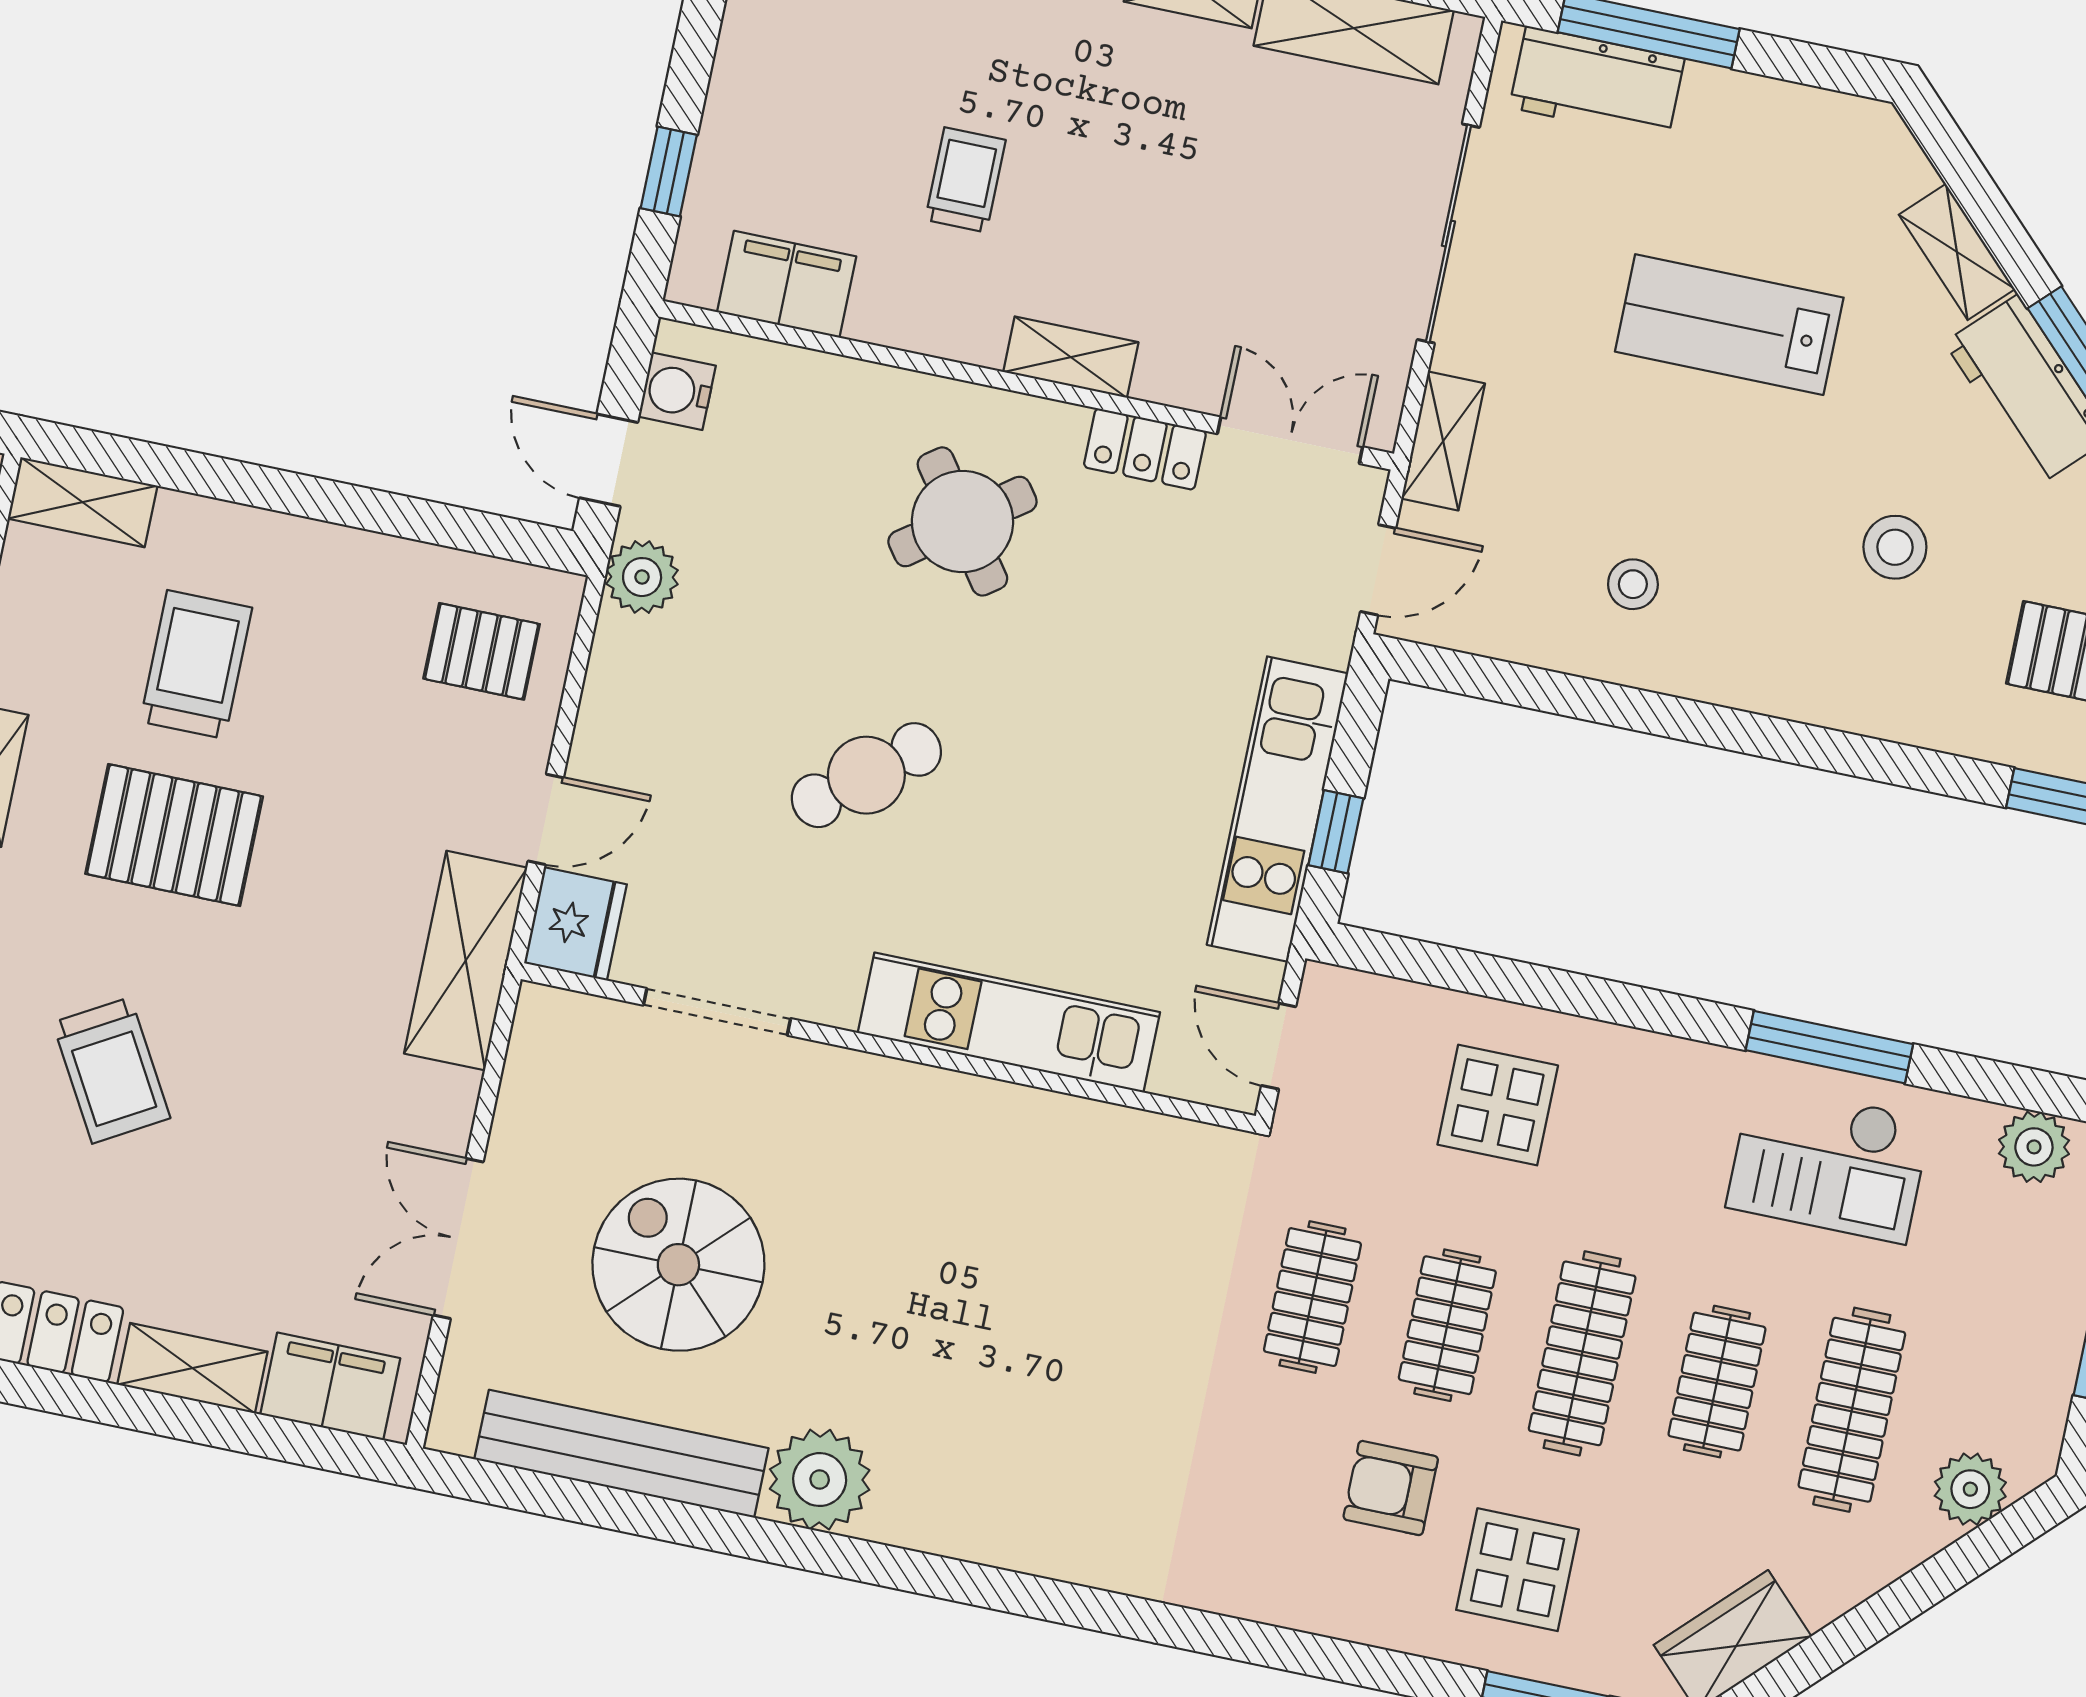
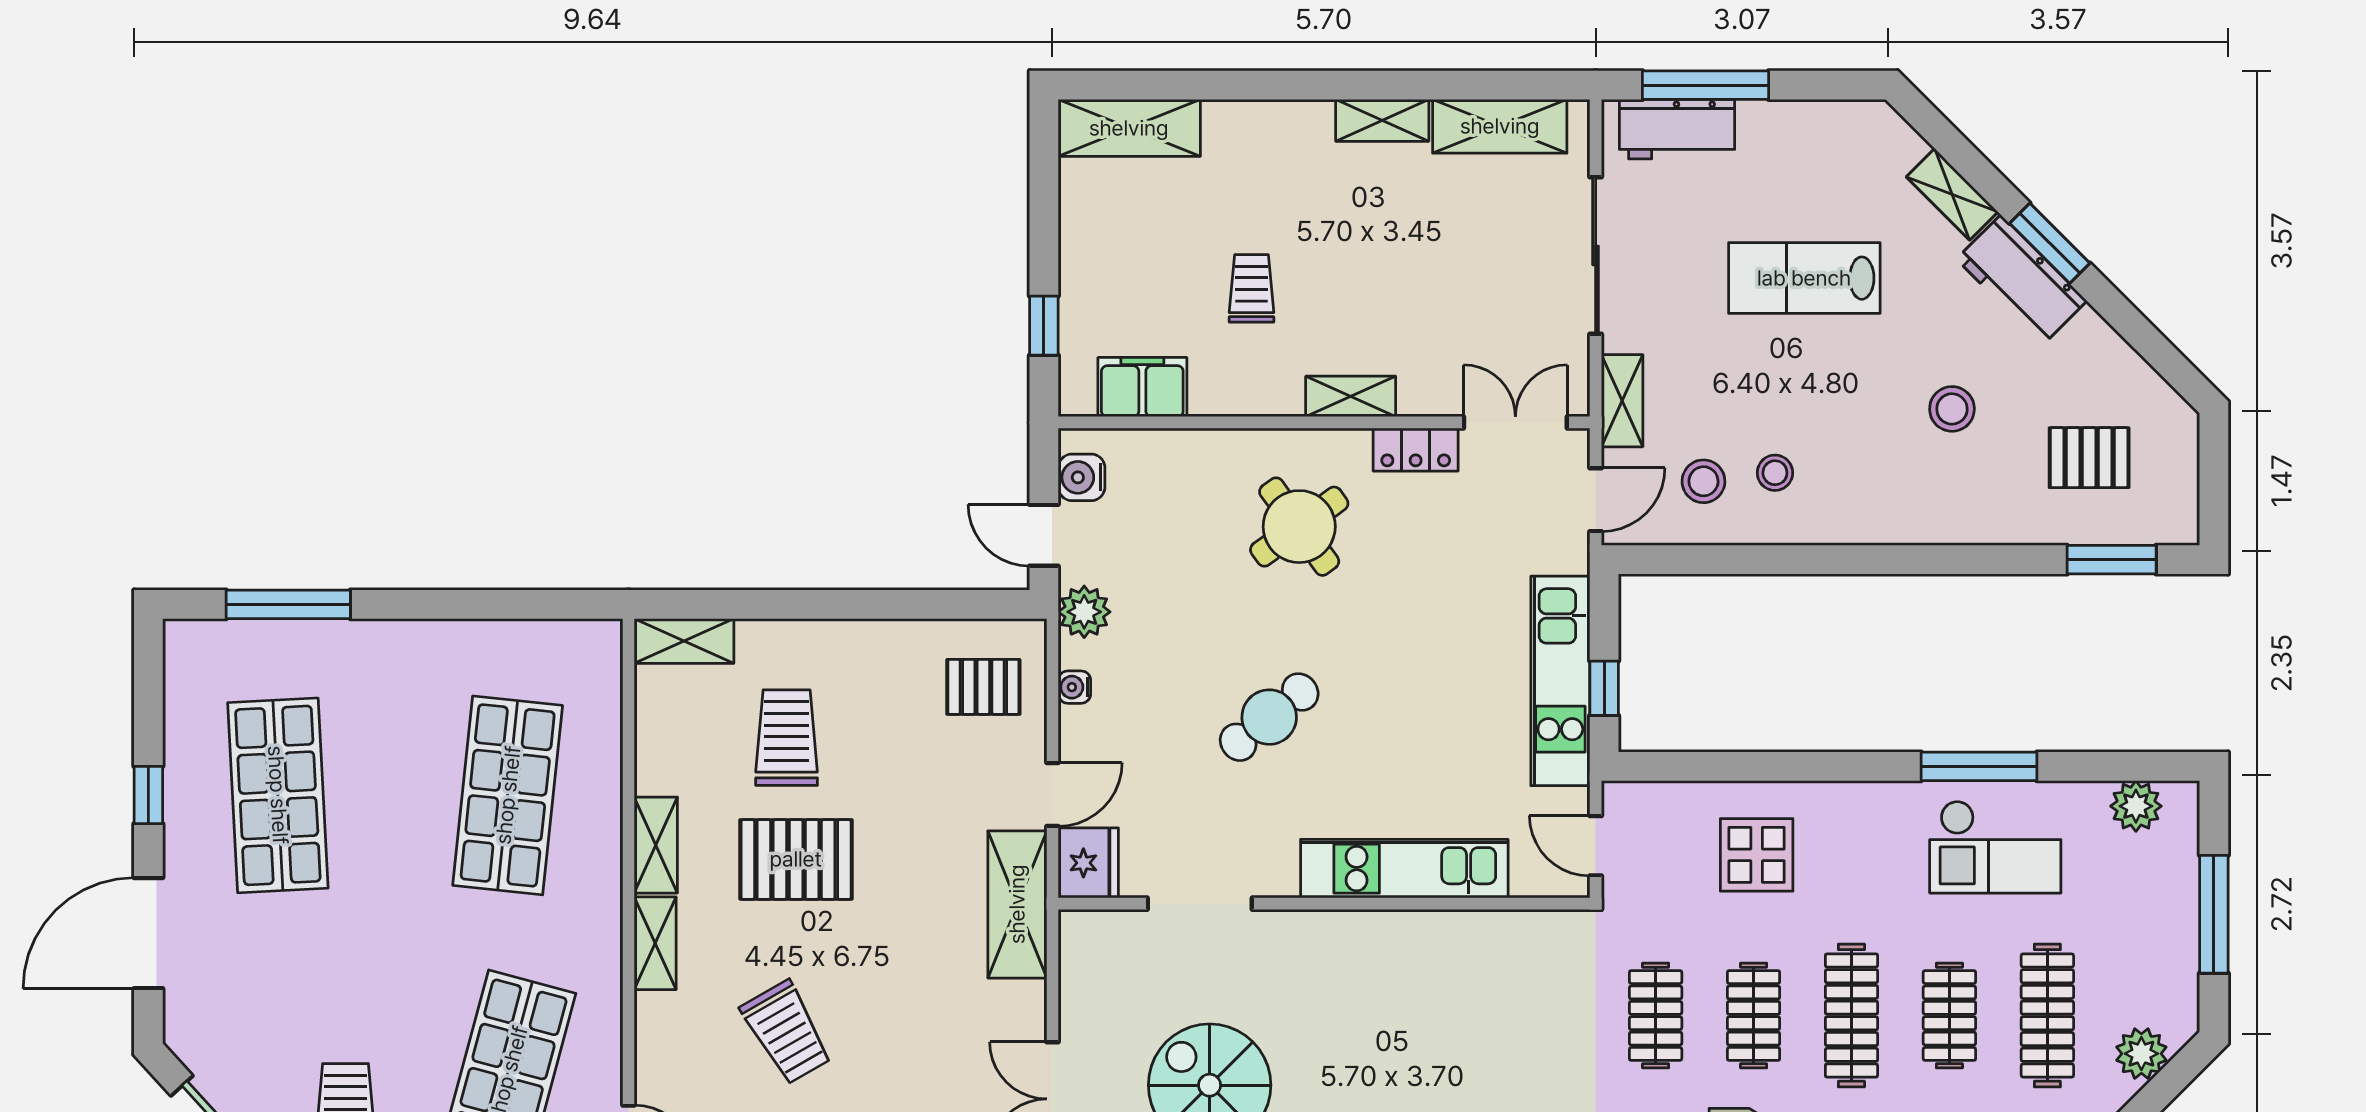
stool: (1532, 575) -> (1703, 481), added
water cooler: (607, 678) -> (1074, 687), added

